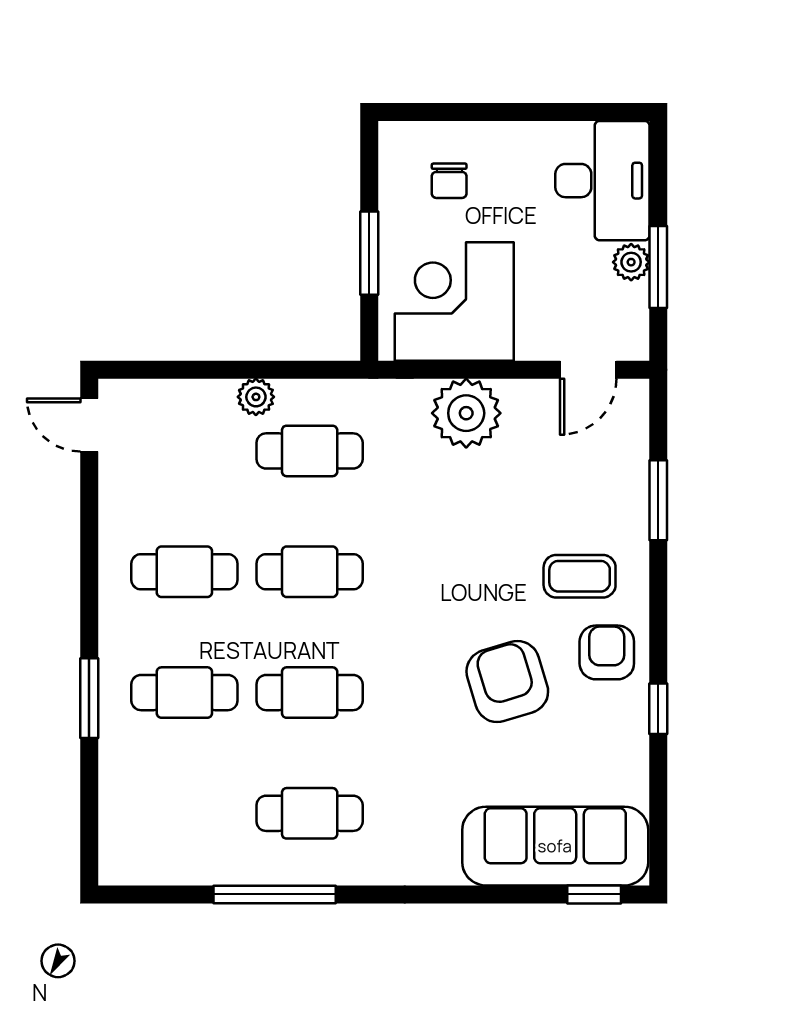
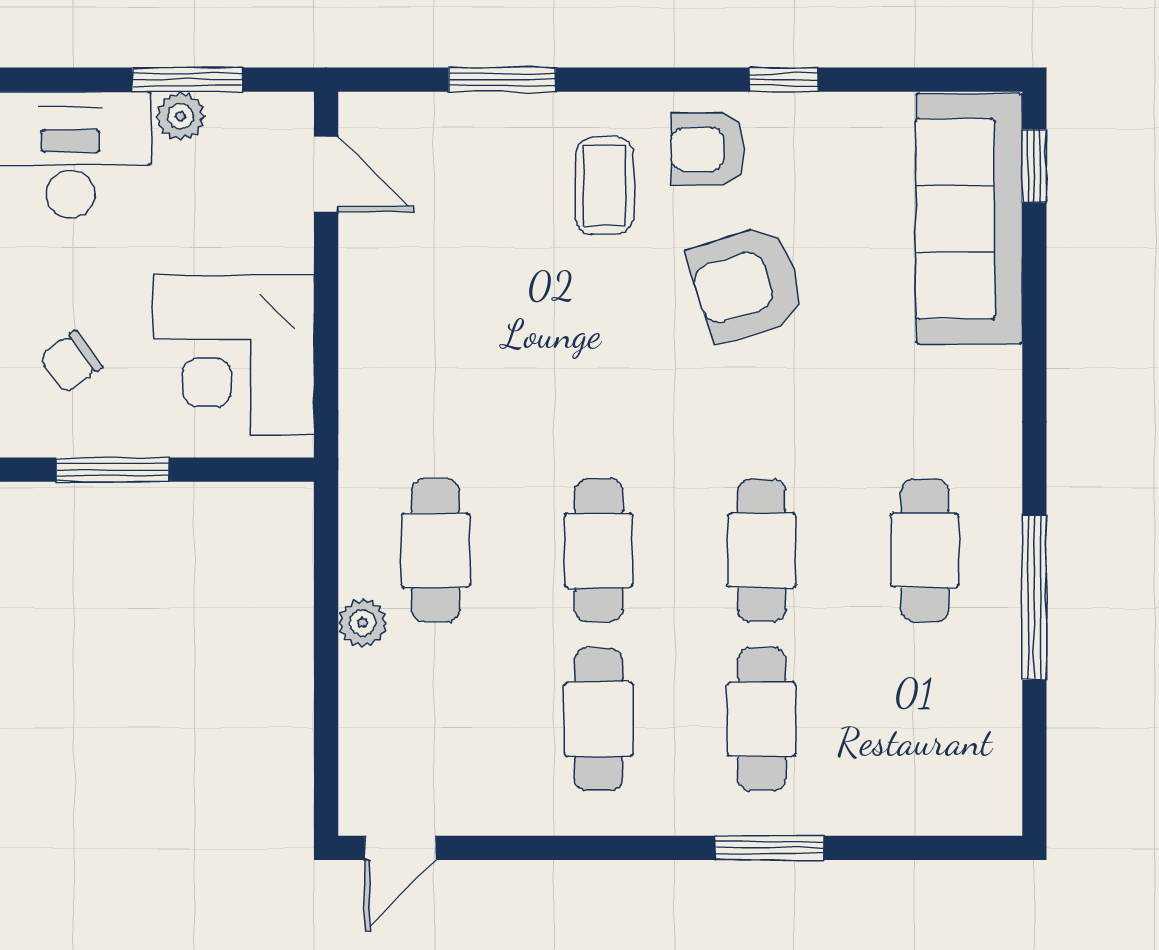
chair: (449, 181) -> (71, 362), turned 144
window: (369, 253) -> (113, 470), moved
plant: (466, 413) -> (385, 339), removed

